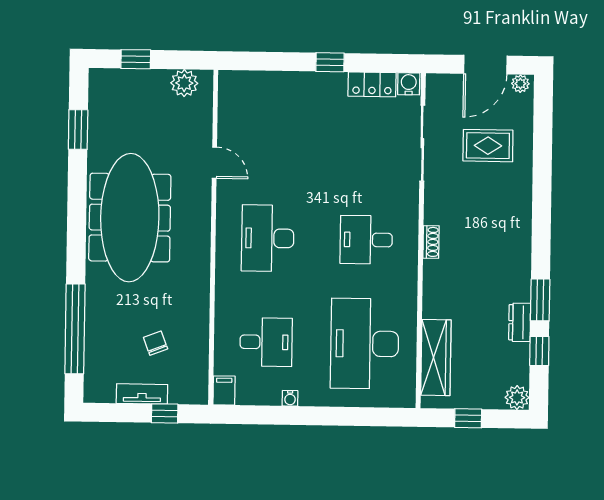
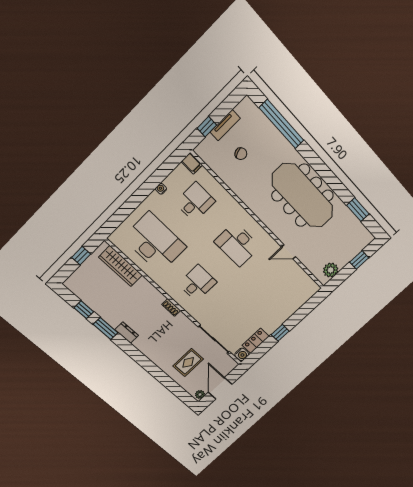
desk: (268, 238) -> (237, 244), turned 180
dresser: (520, 322) -> (127, 333), moved
desk: (266, 342) -> (195, 202), turned 180
plant: (517, 397) -> (72, 284), removed

